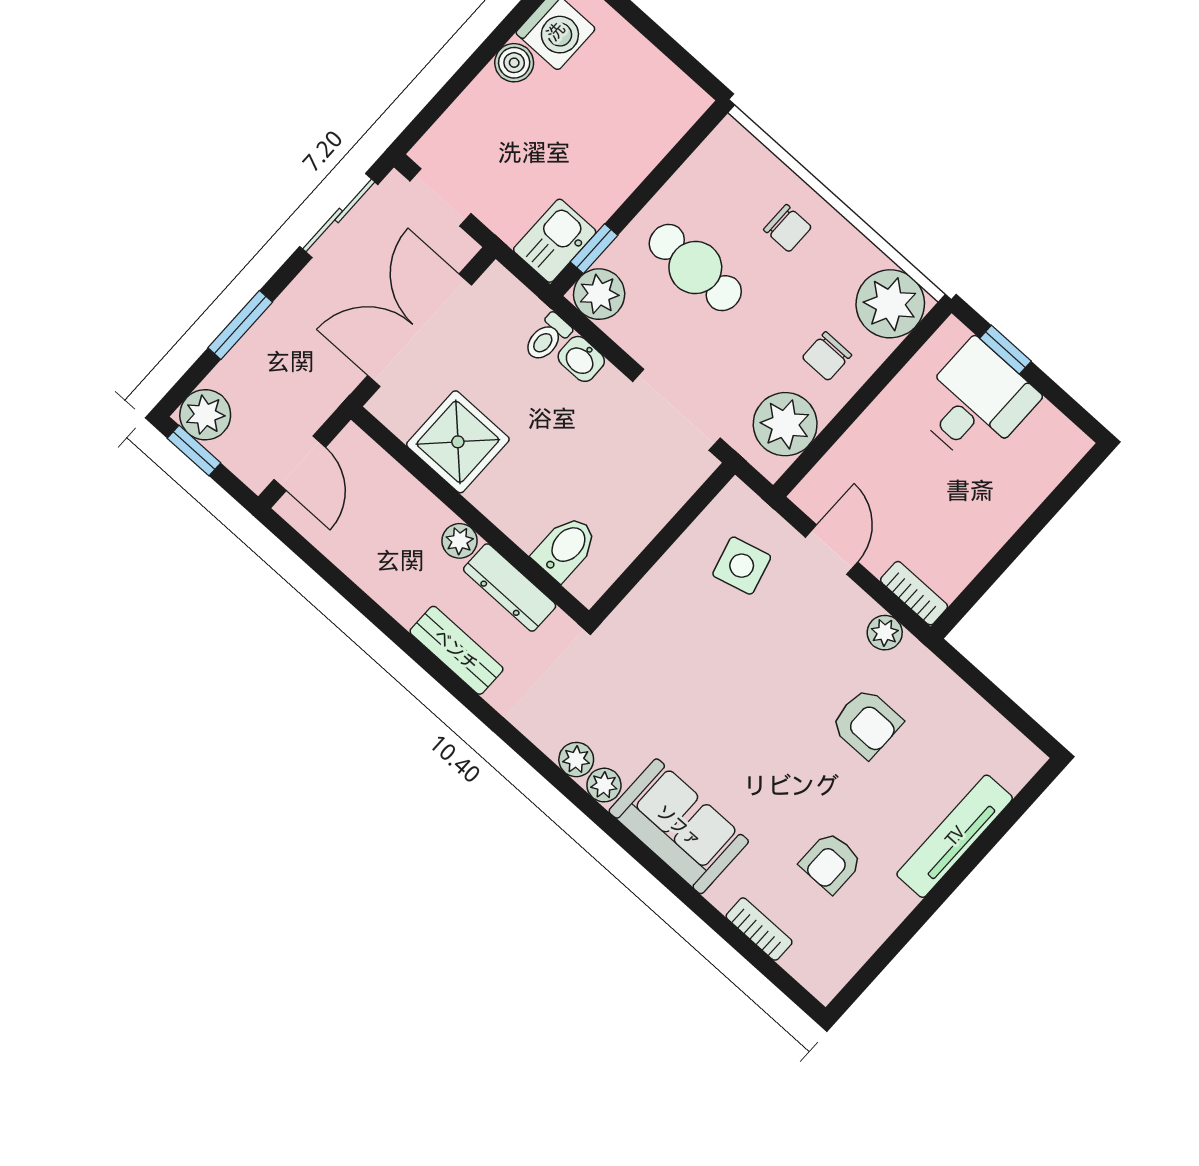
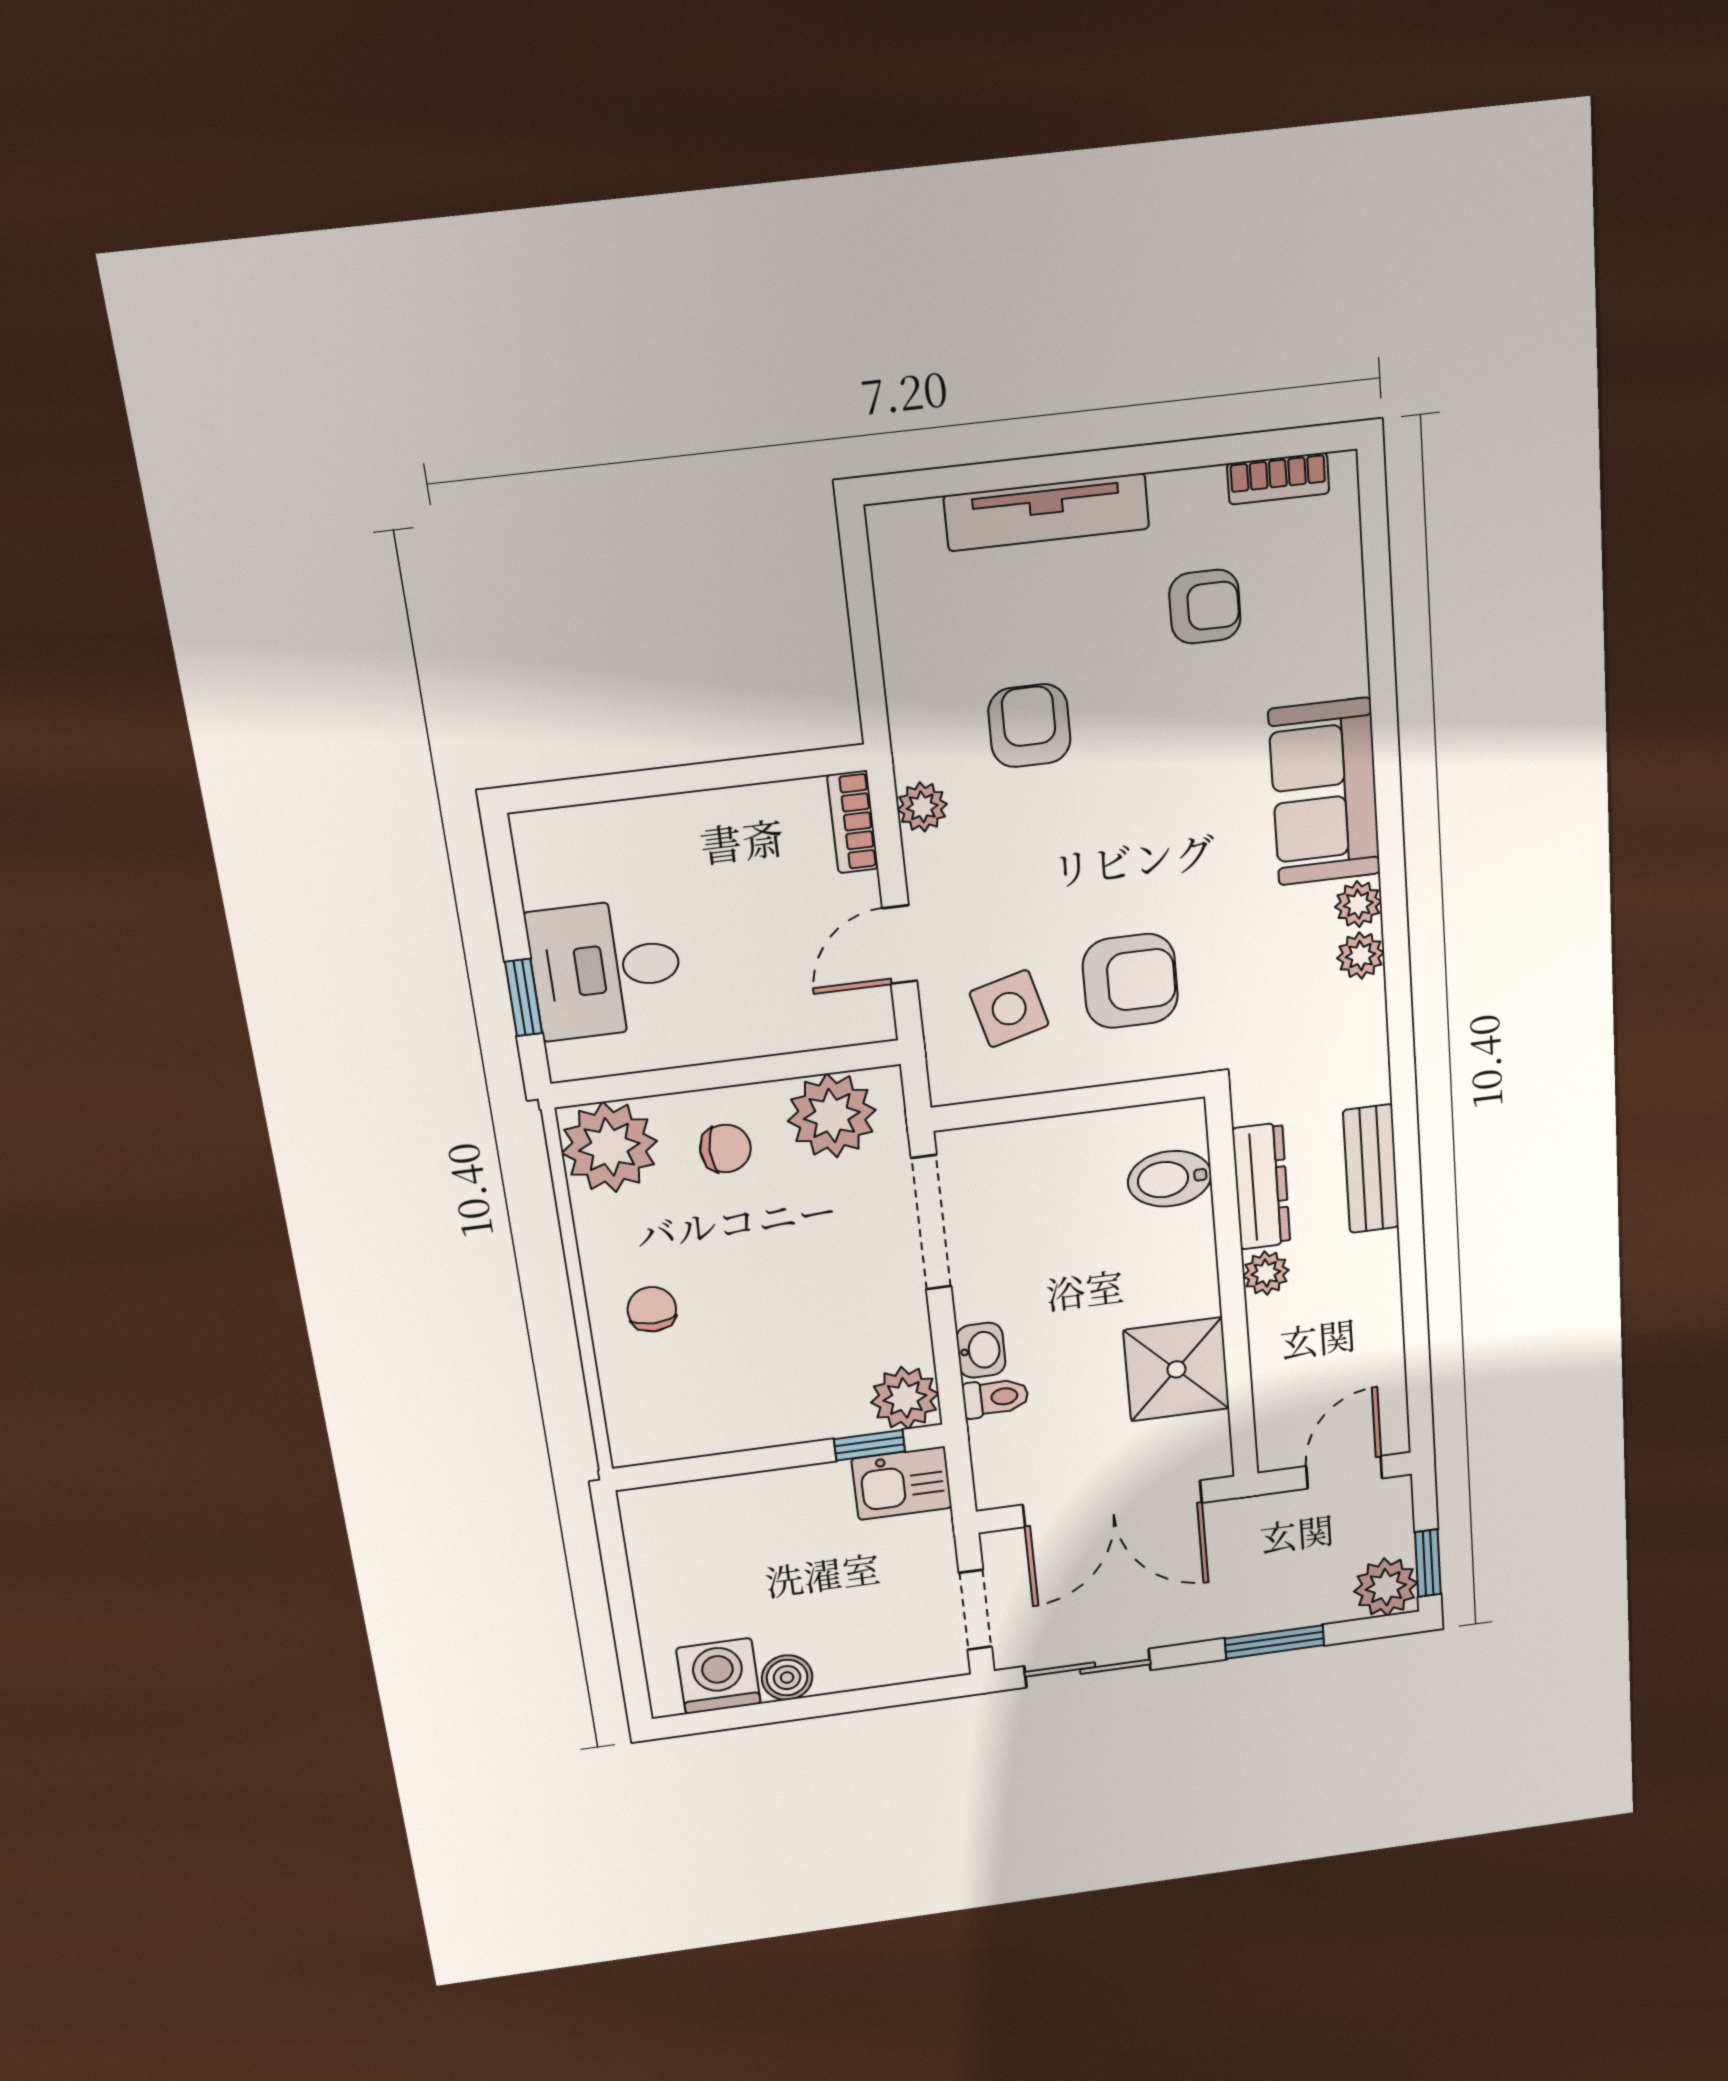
cafe table: (695, 268) -> (783, 1346), removed
armchair: (690, 637) -> (1130, 981), added
bookcase: (759, 929) -> (1278, 479), moved, turned -90

